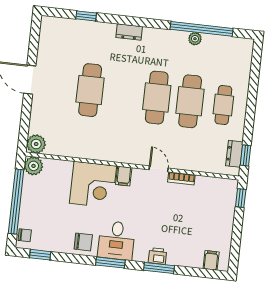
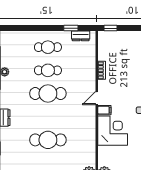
cafe table: (190, 101) -> (48, 70), width x0.73, depth x0.74
window: (245, 155) -> (71, 28), moved
door: (159, 169) -> (97, 98), moved

